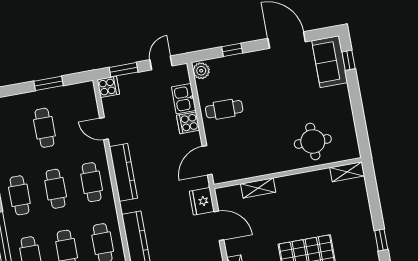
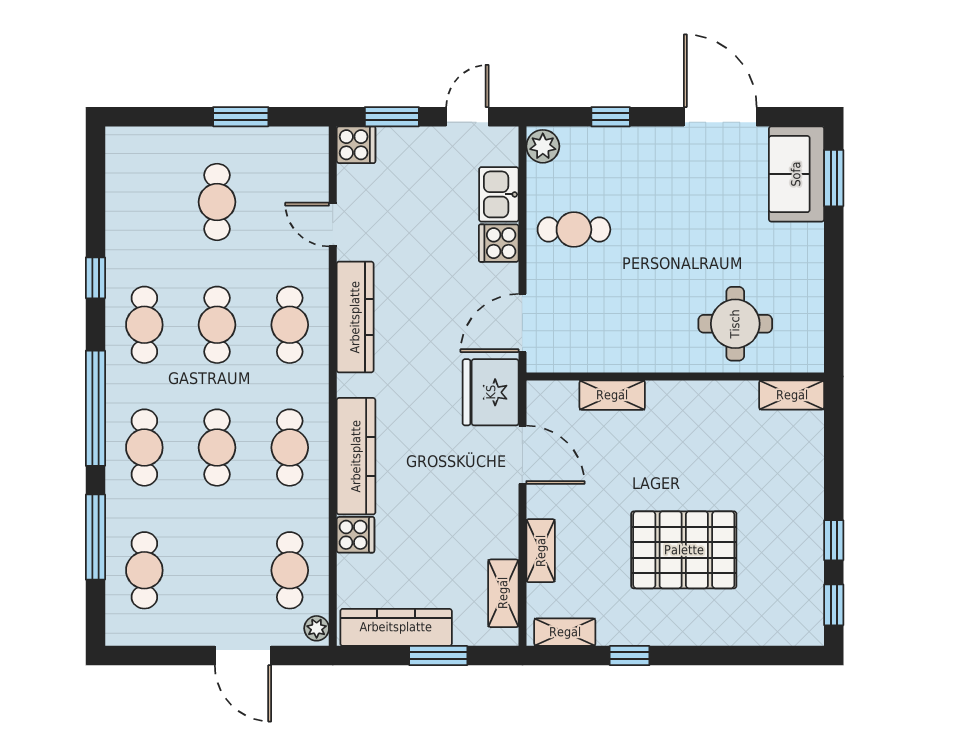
window: (349, 60) -> (834, 178), width x1.50
fridge: (202, 201) -> (491, 392), width x1.36, depth x1.34

